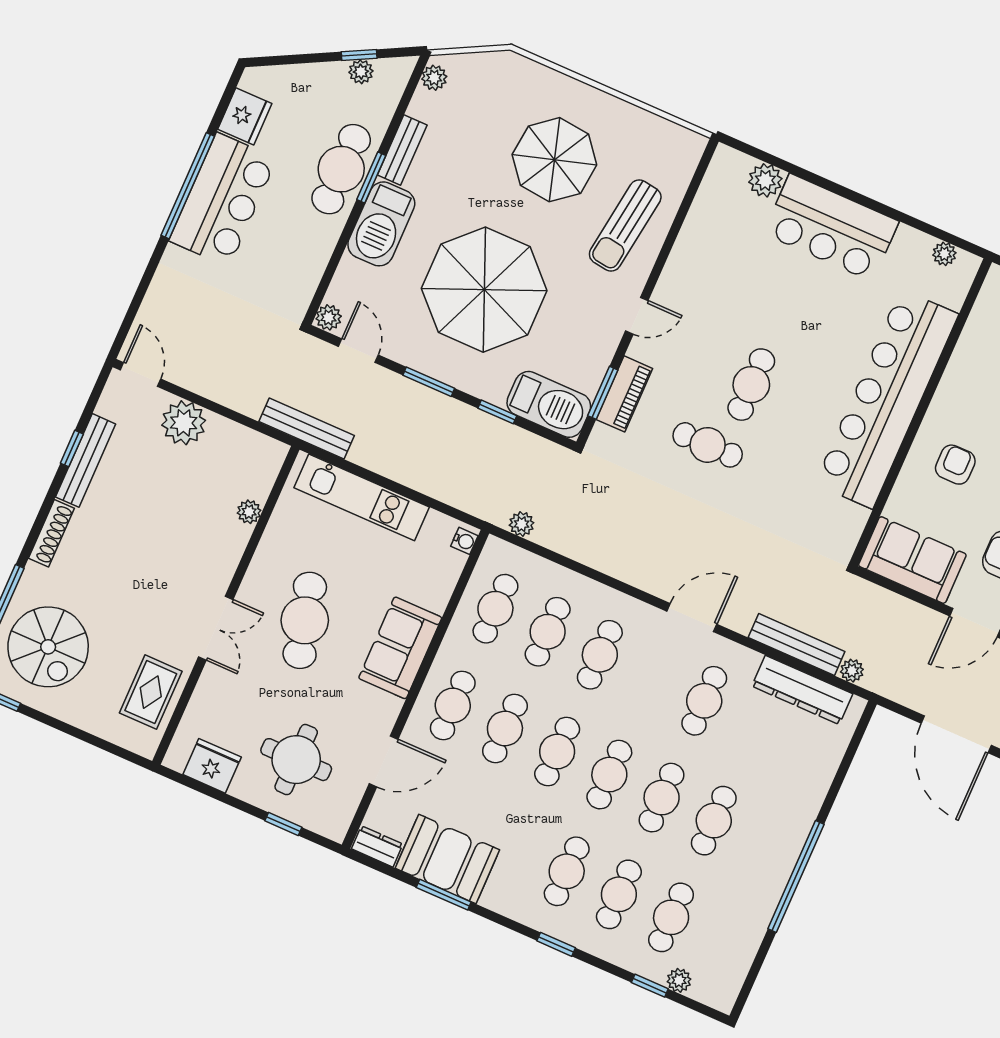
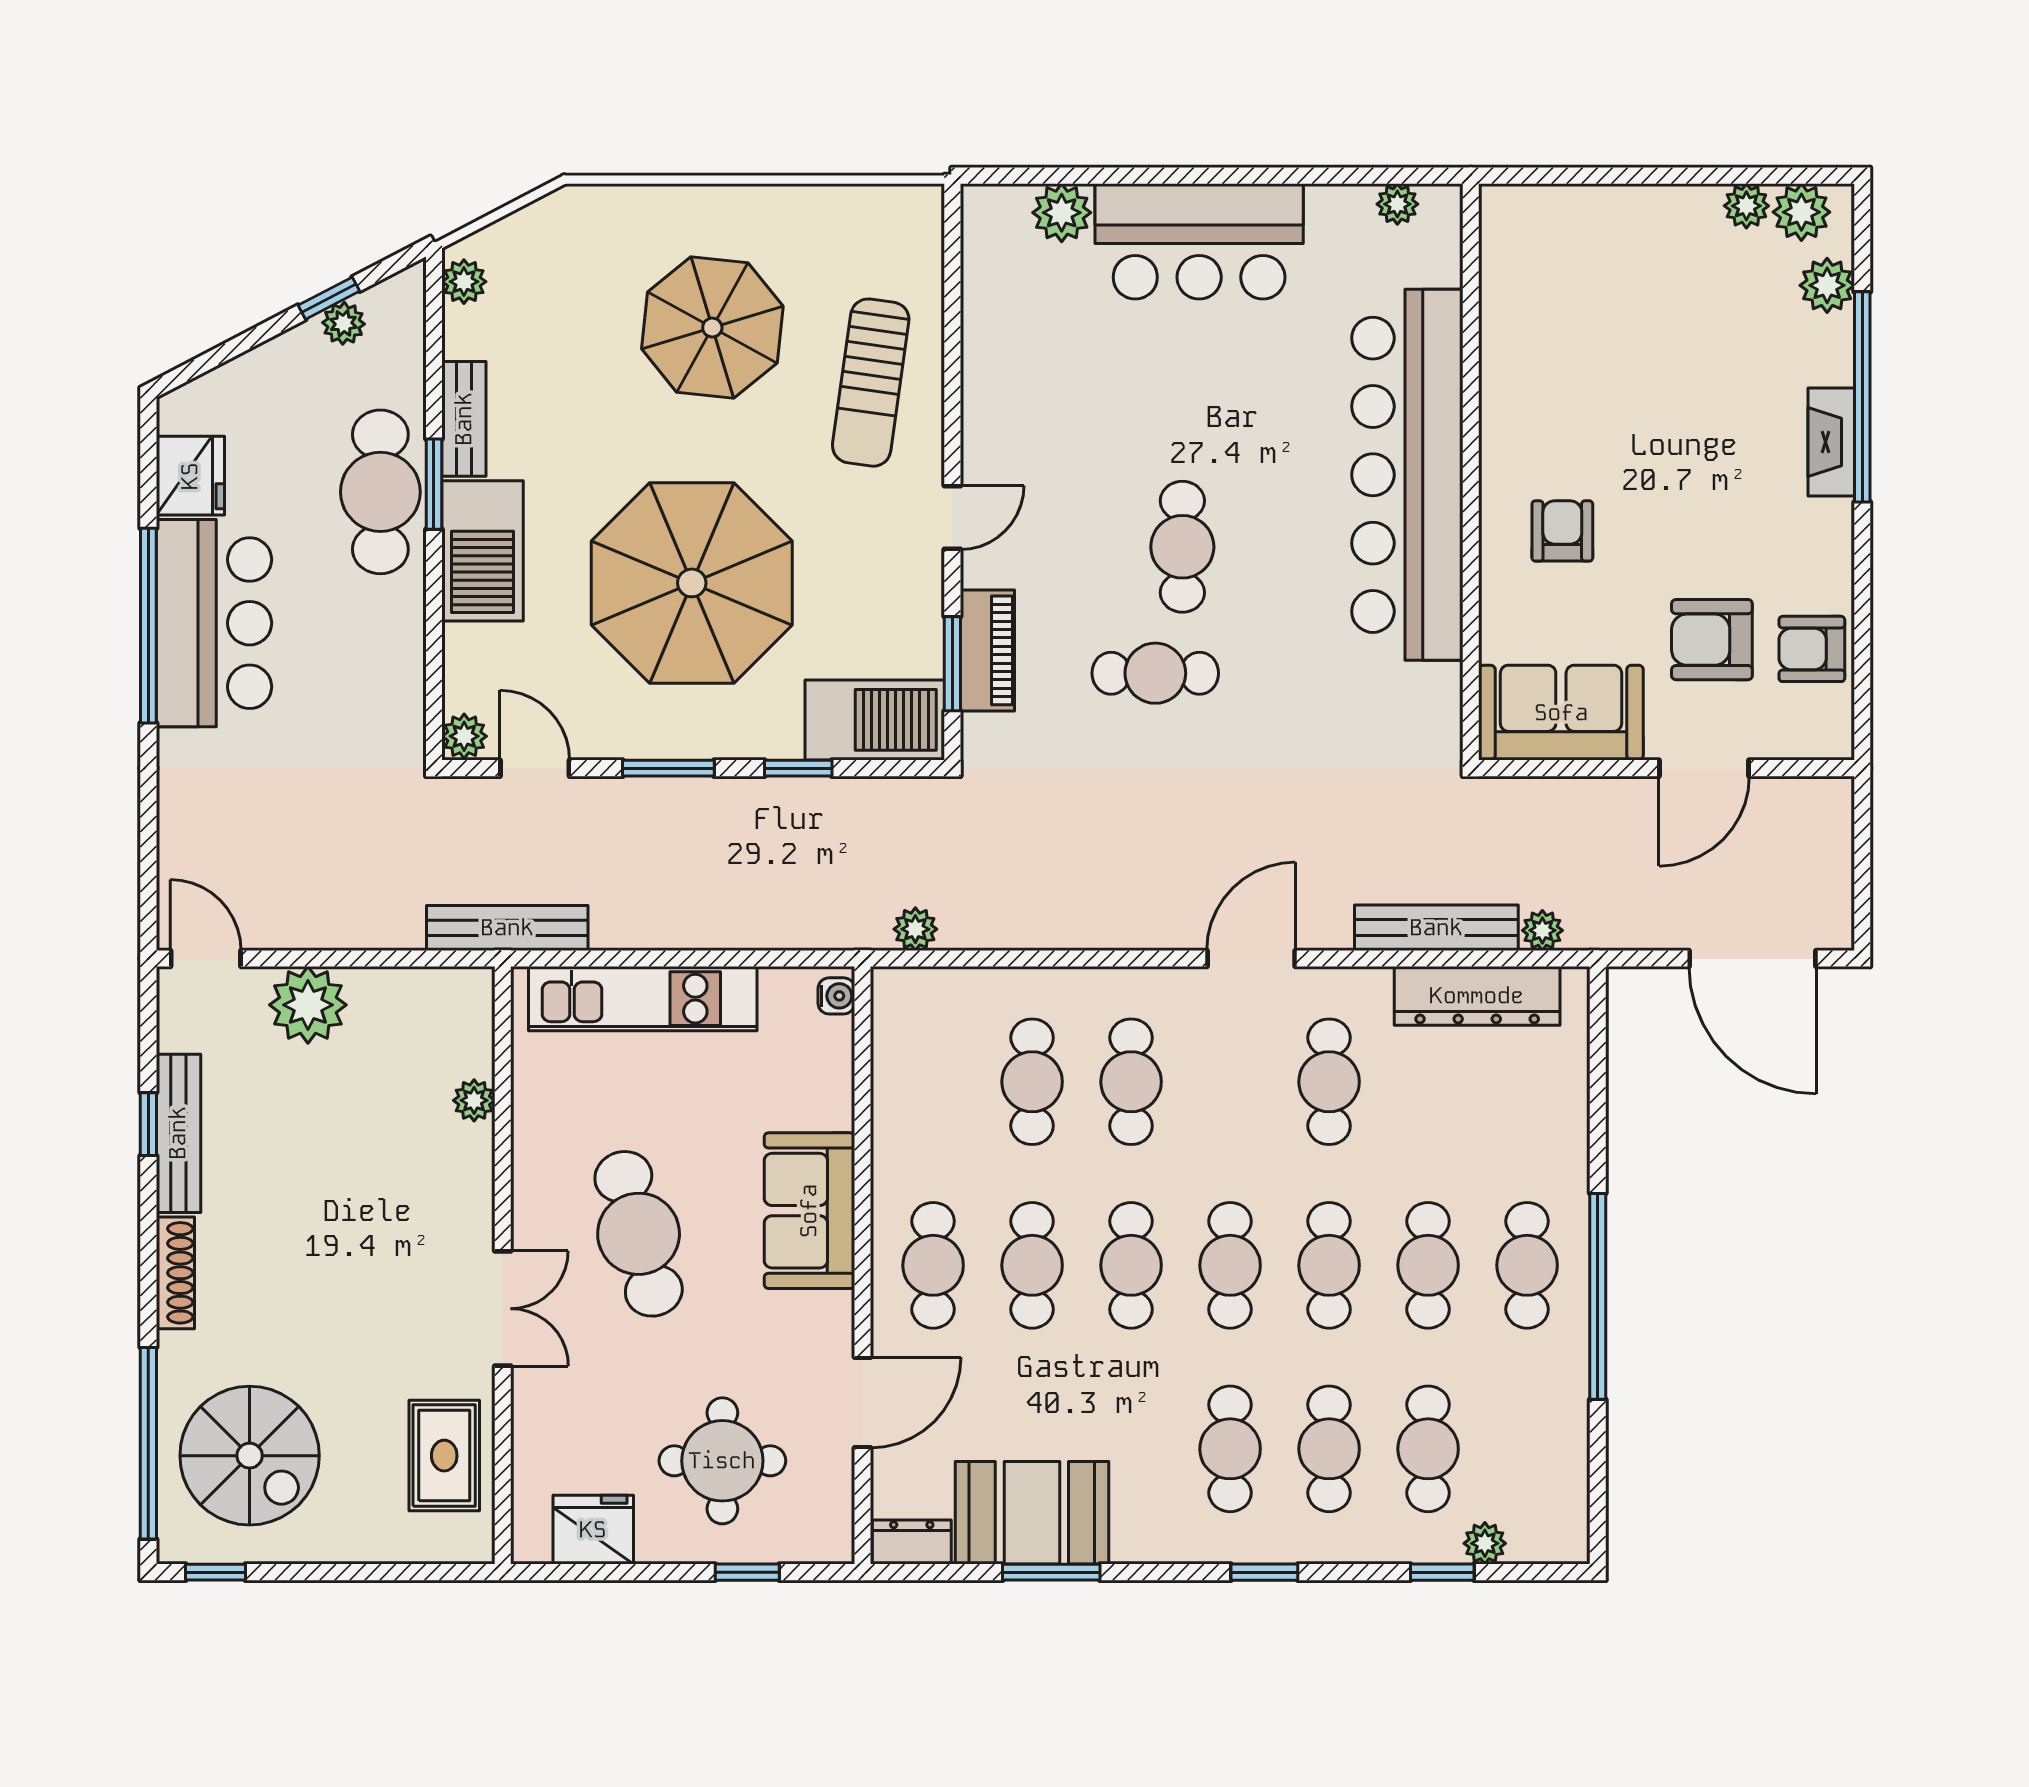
cafe table: (495, 609) -> (1527, 1265), moved

